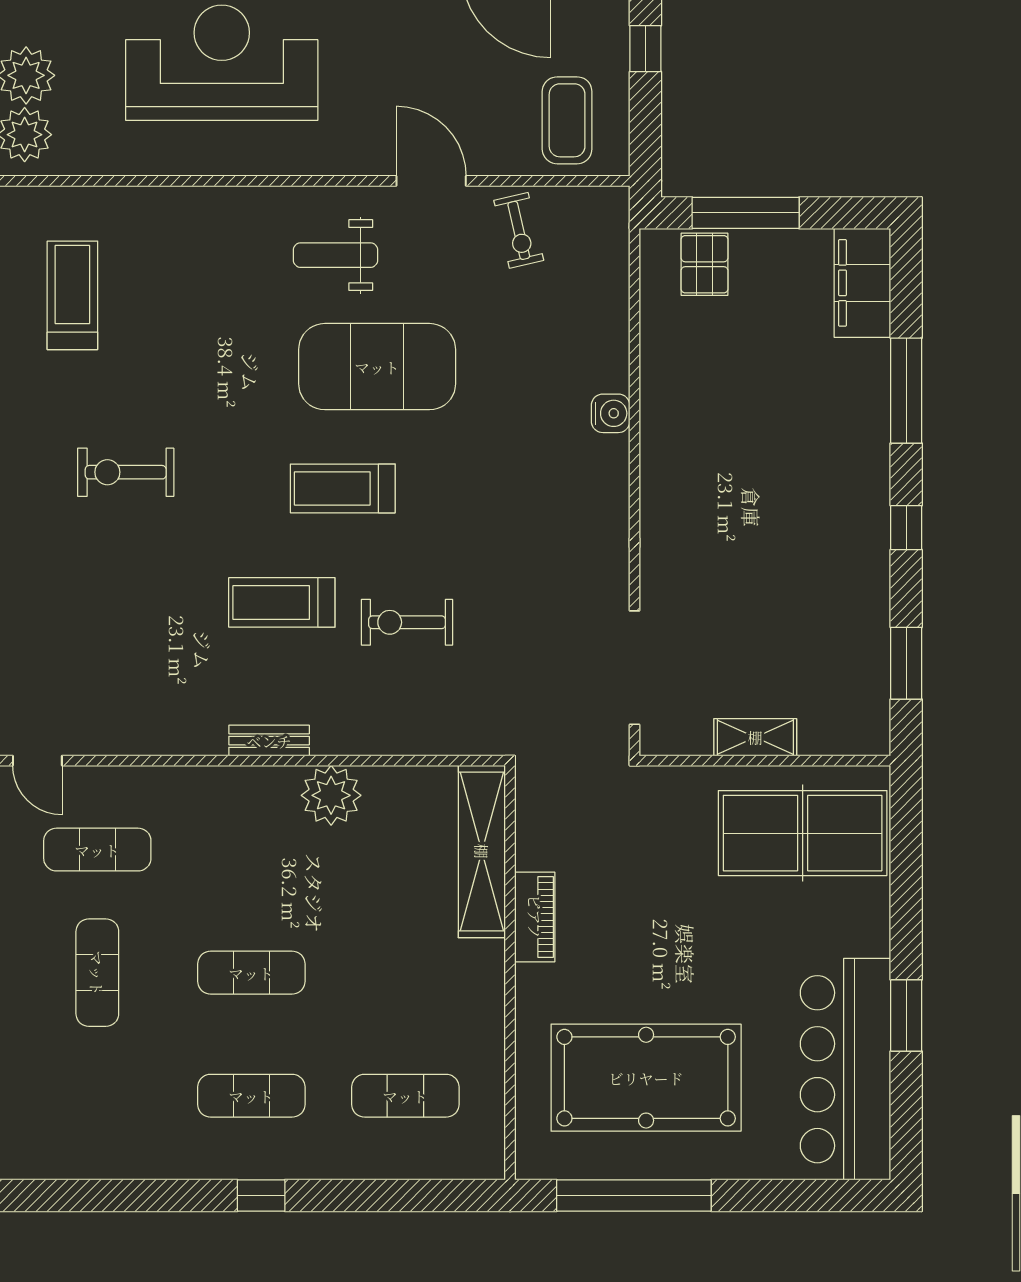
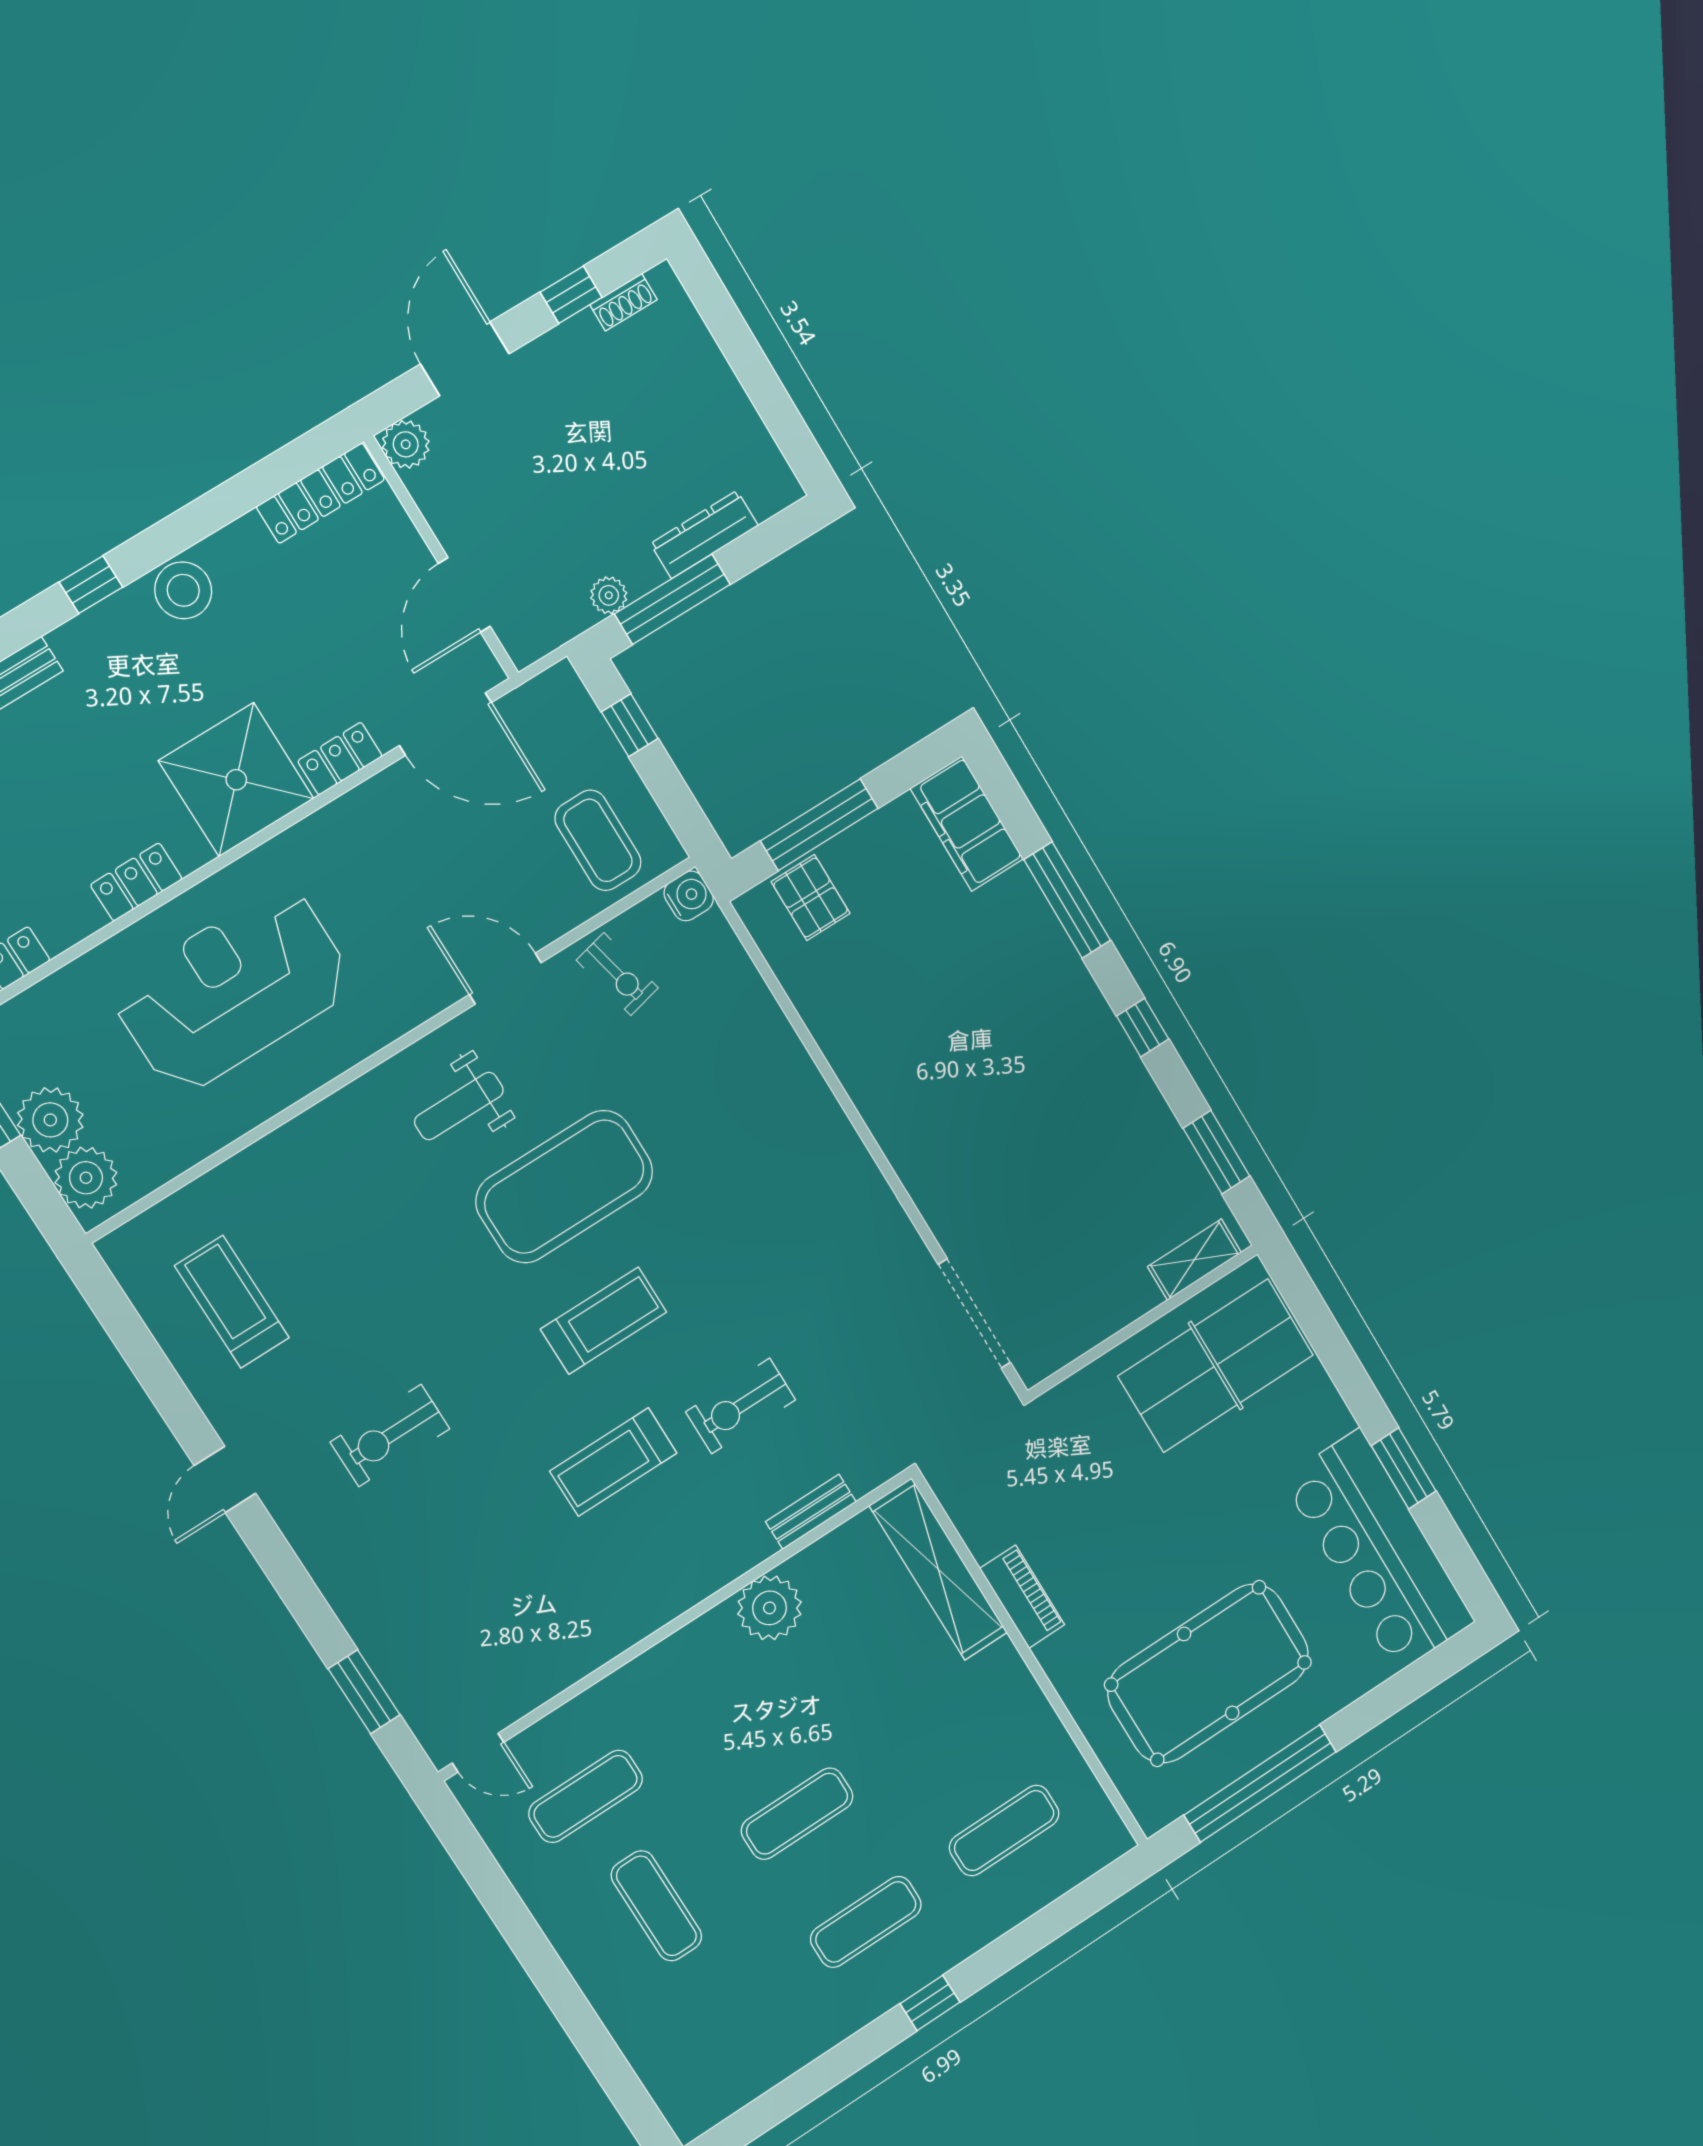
water cooler: (611, 413) -> (689, 896), moved
treadmill: (343, 488) -> (604, 1321), turned 180
shelving: (755, 737) -> (1194, 1260), moved
bench: (269, 741) -> (811, 1512), moved

